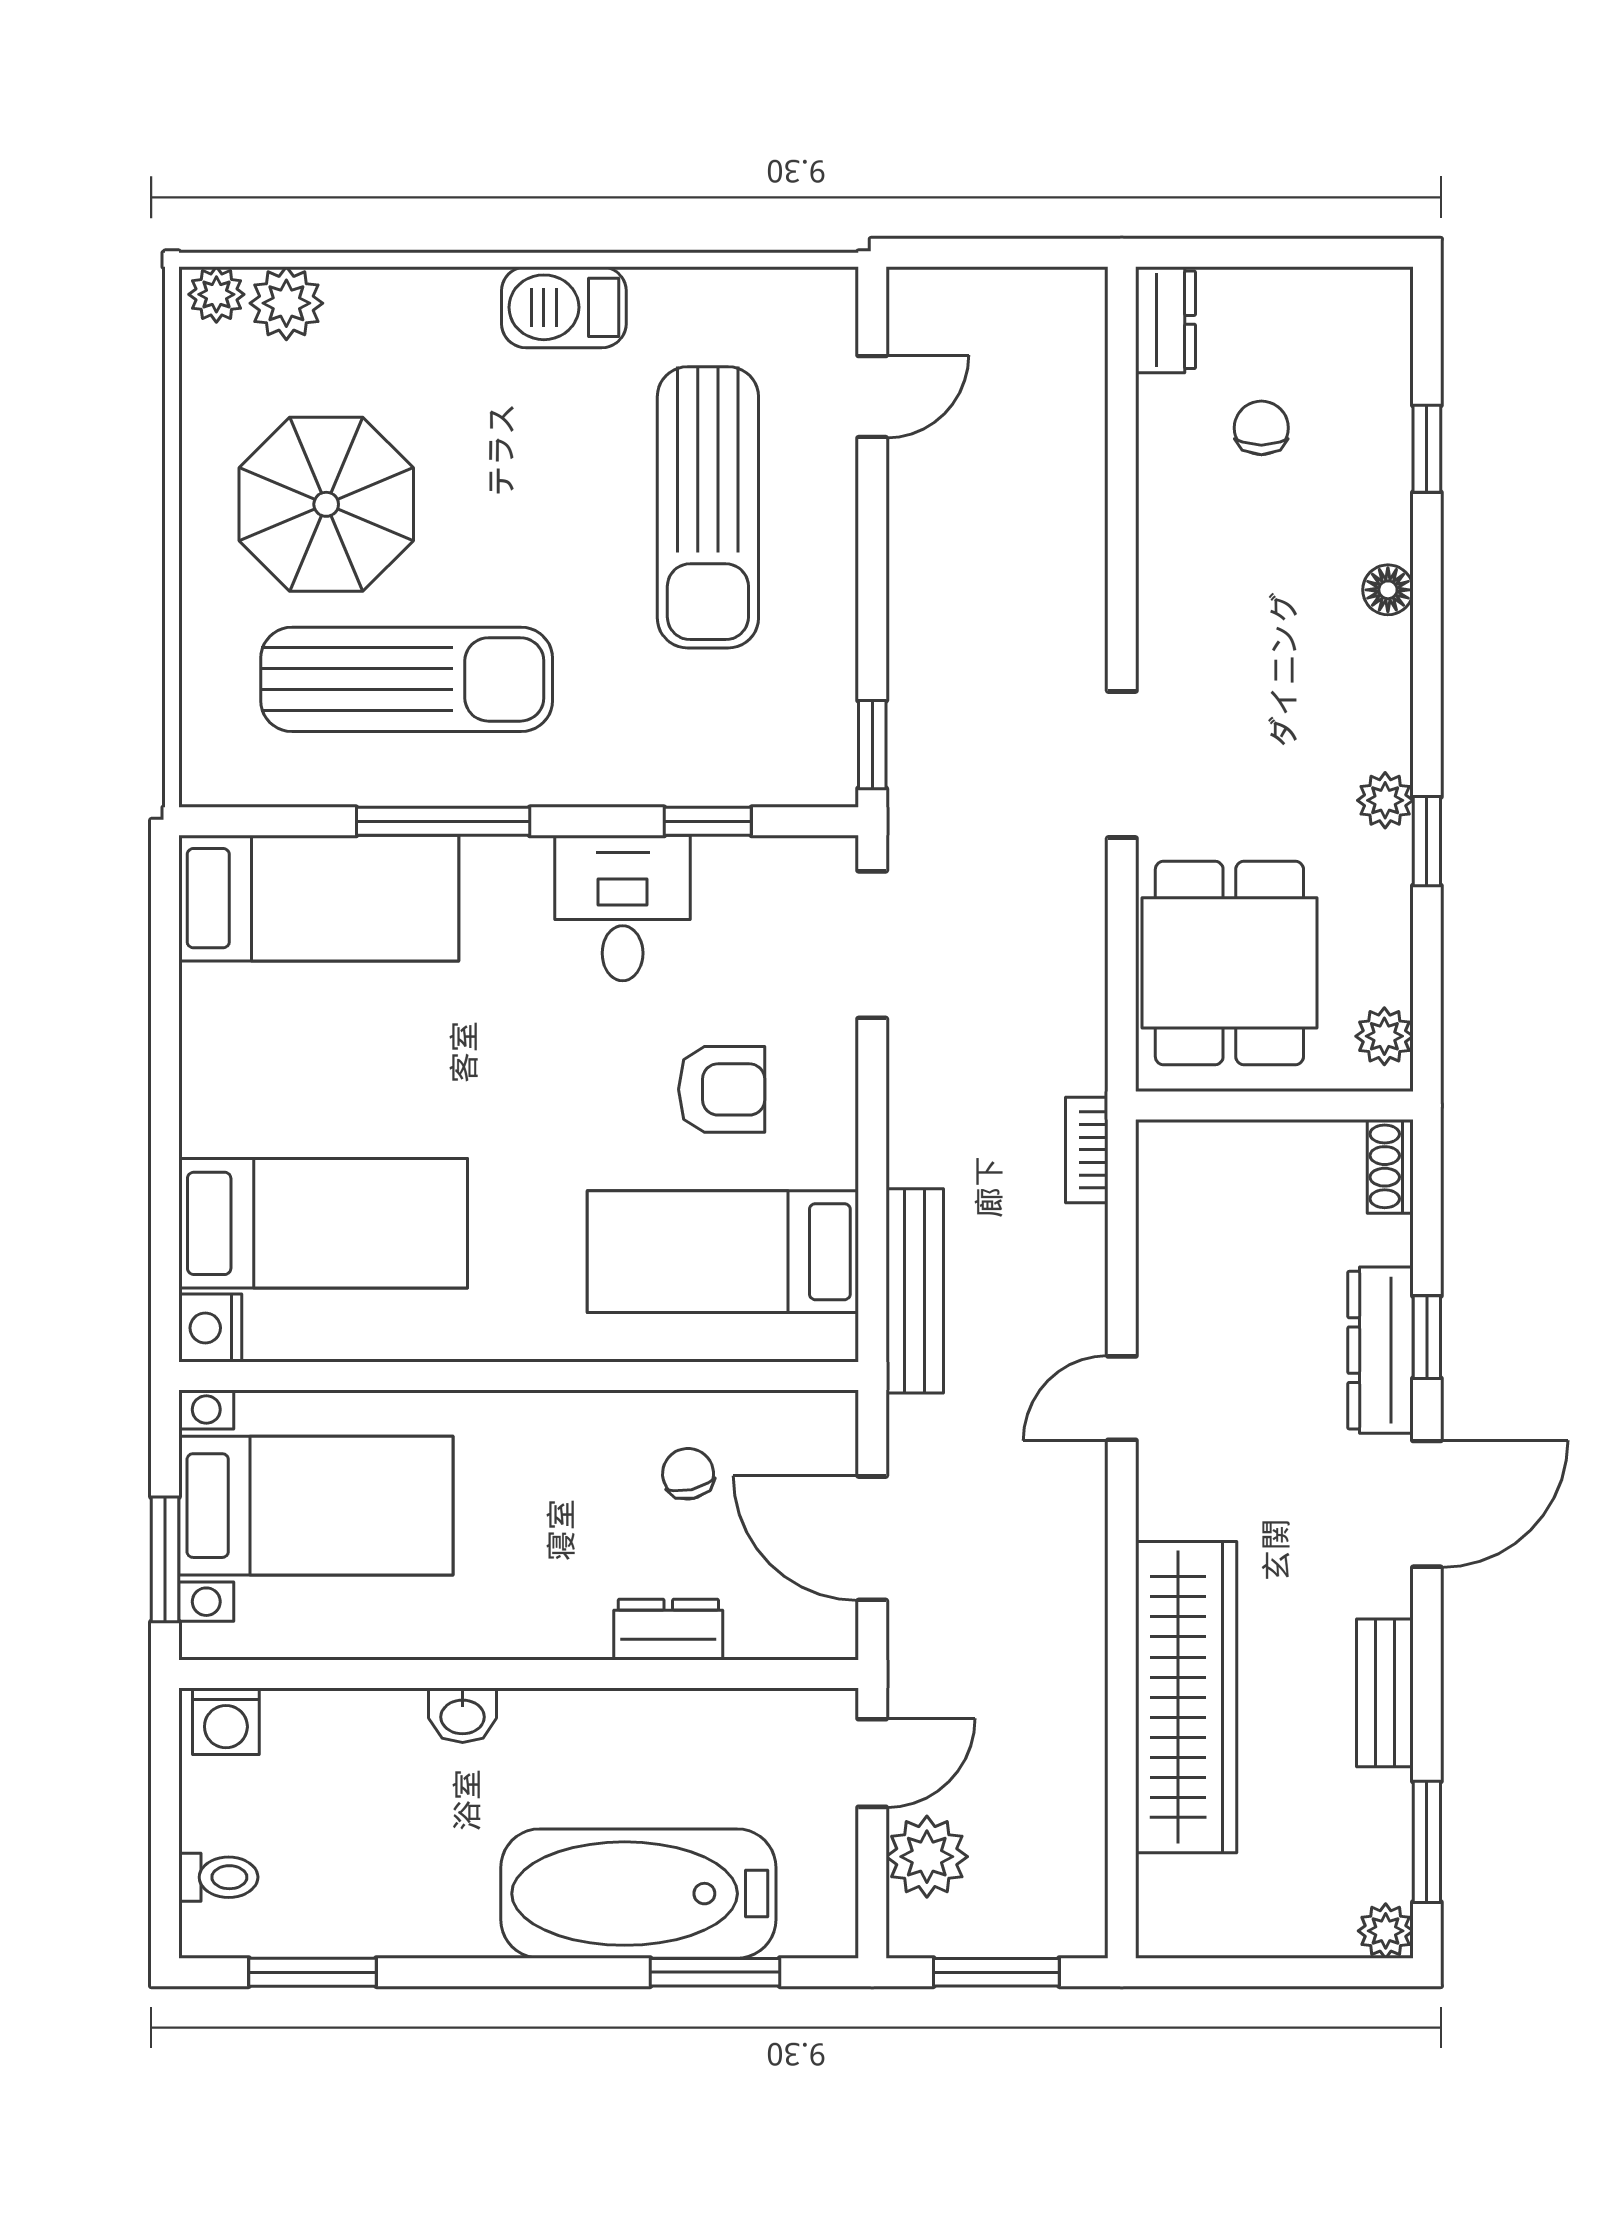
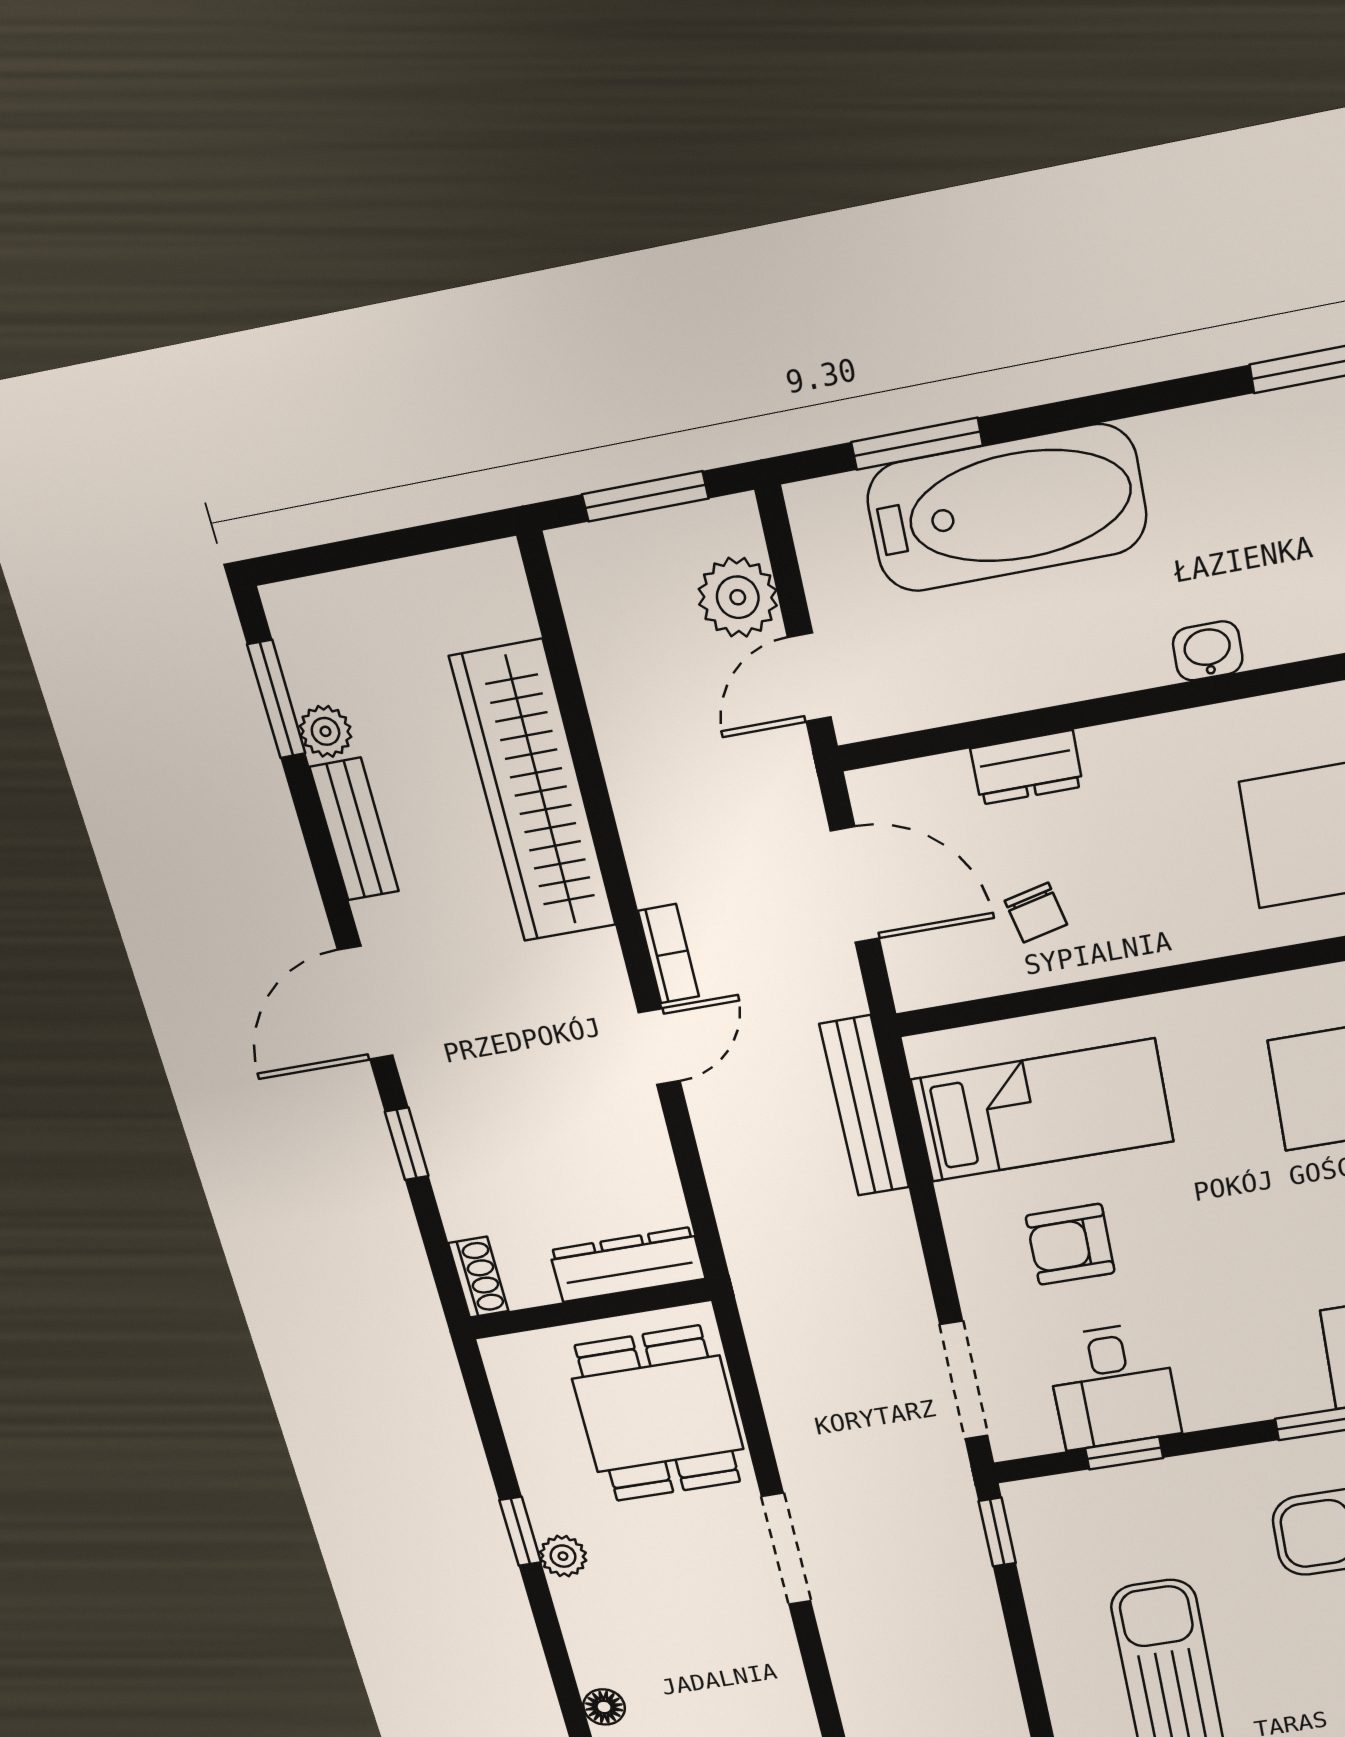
desk: (623, 908) -> (1113, 1386), moved
plant: (1384, 1036) -> (513, 1379), removed
bookcase: (1087, 1150) -> (668, 954), moved
dresser: (1380, 1350) -> (627, 1265), moved, turned -90
plant: (1386, 1931) -> (325, 731), moved

